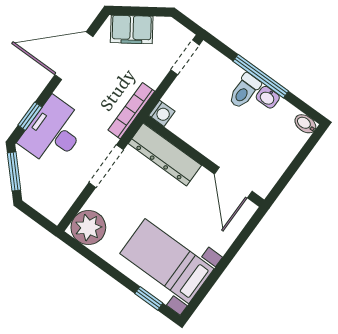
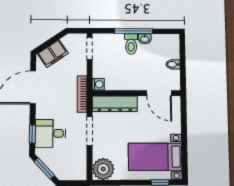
bidet: (305, 124) -> (173, 64), moved
desk: (54, 132) -> (50, 133), width x0.73

